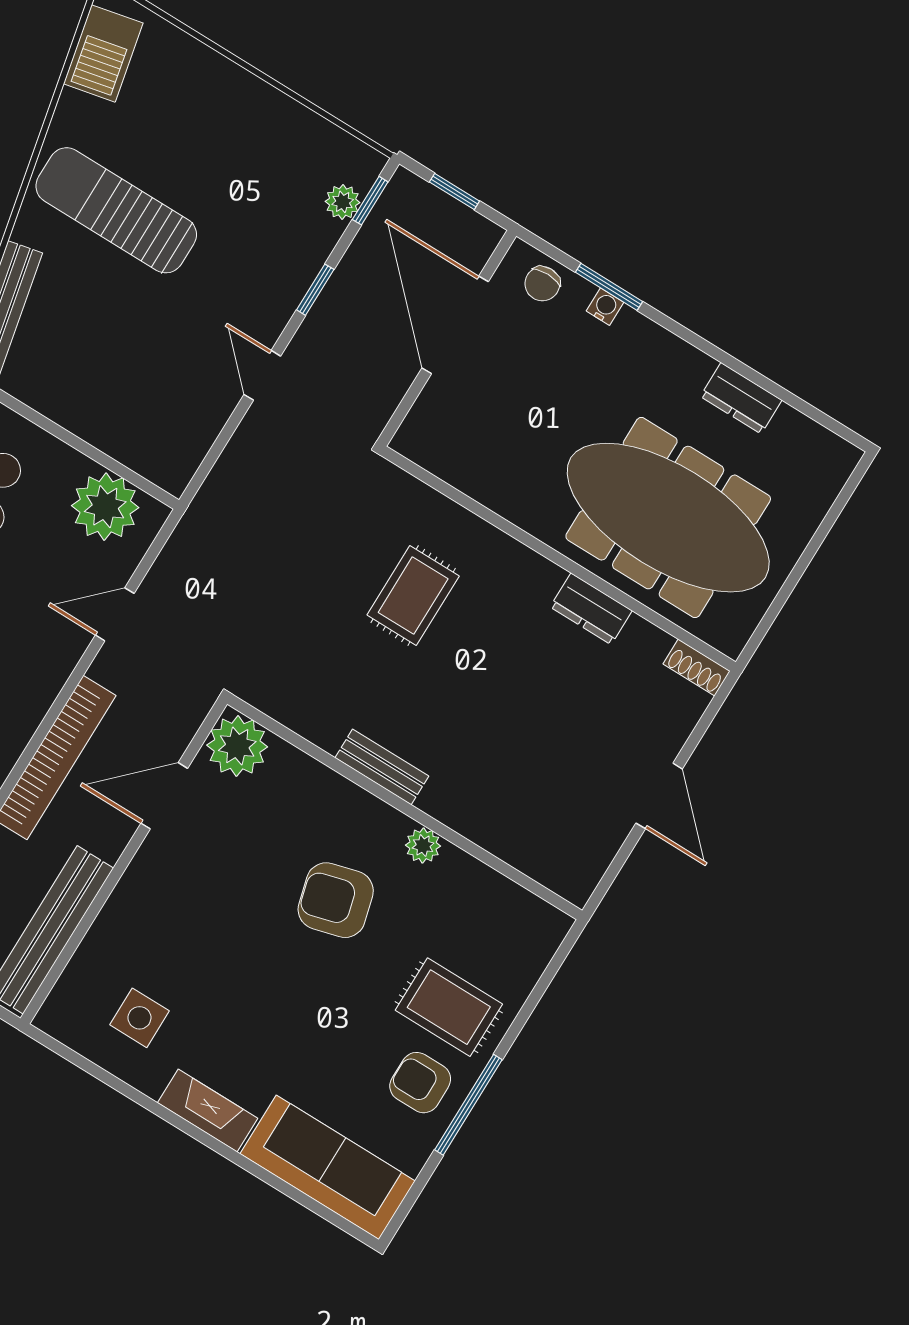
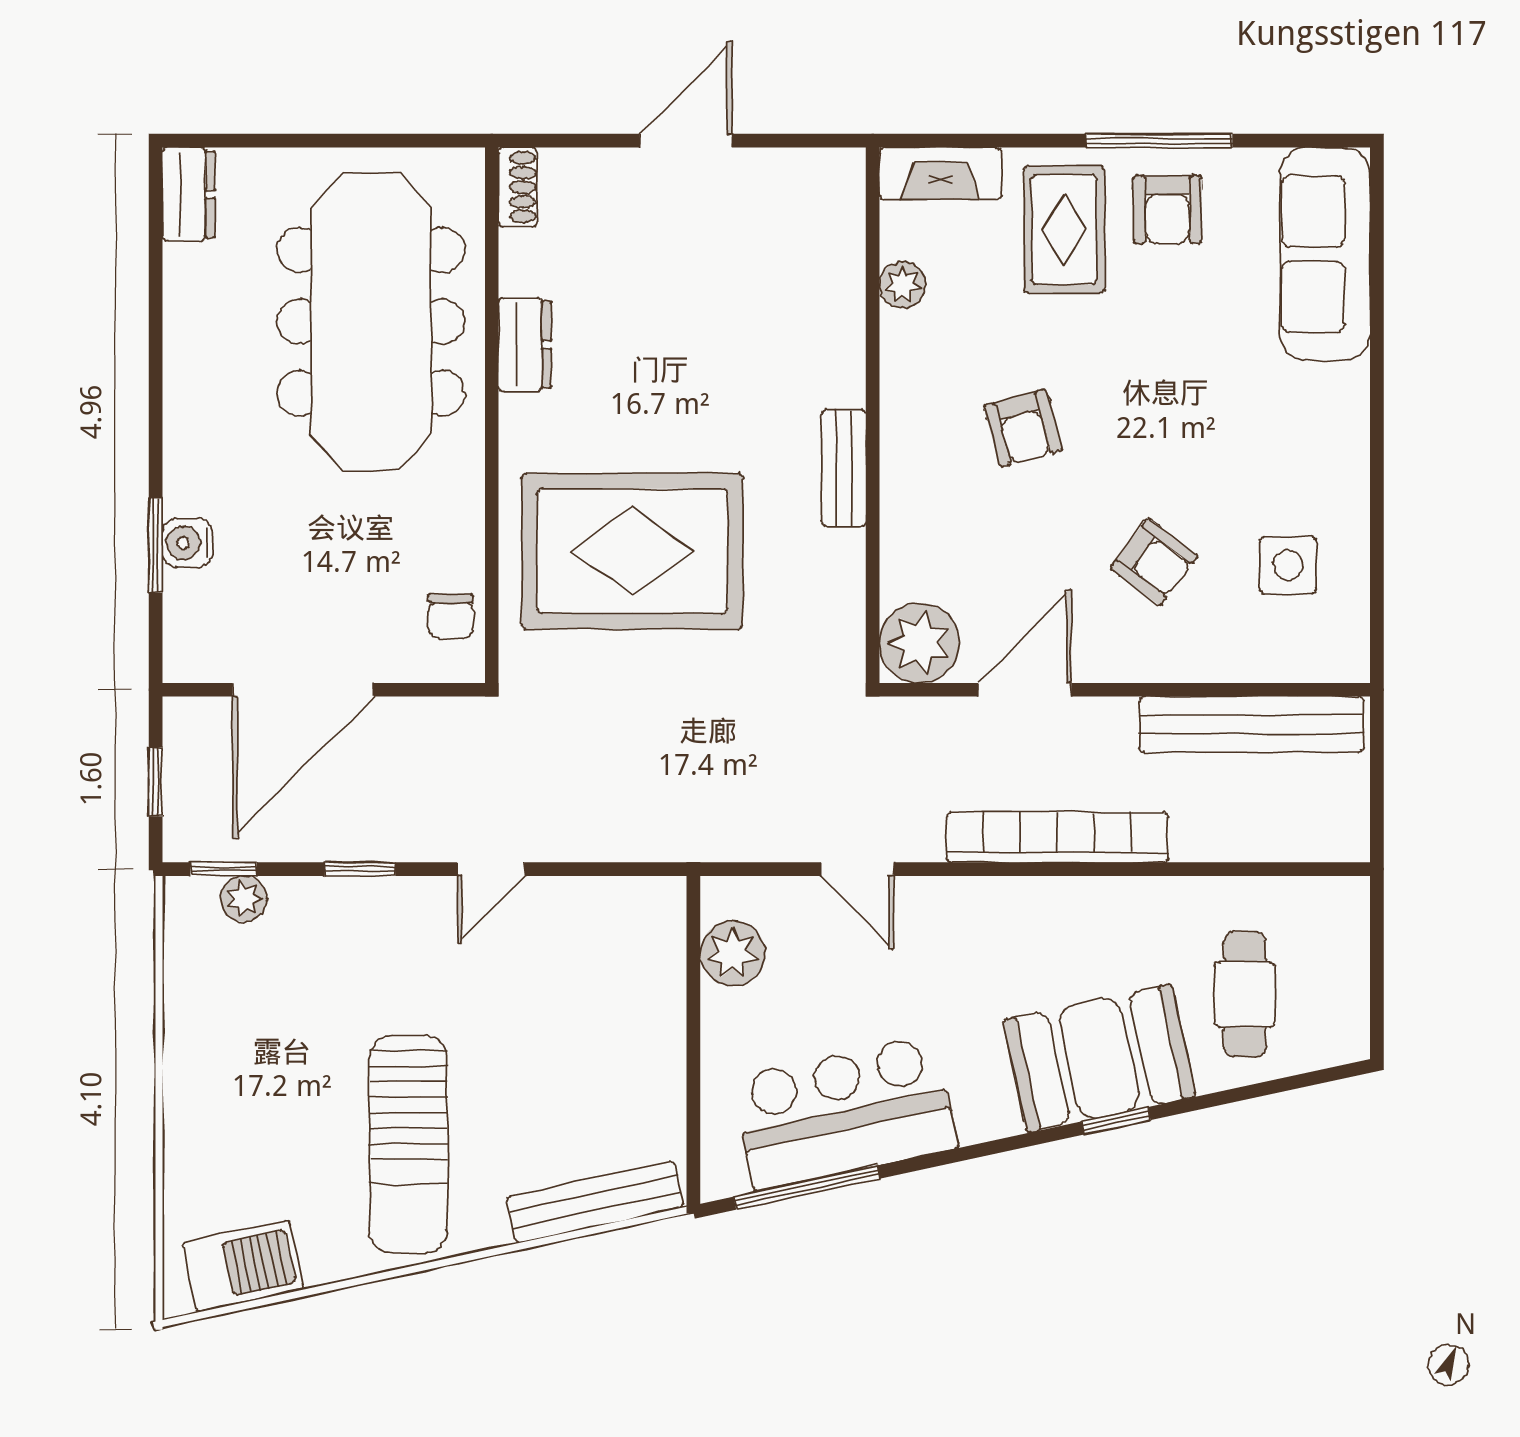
chair: (542, 284) -> (451, 616), moved, turned 90
water cooler: (605, 307) -> (187, 543), width x1.38, depth x1.38
dresser: (741, 398) -> (189, 194), moved
plant: (105, 507) -> (733, 953), width x0.73, depth x0.73
rug: (413, 596) -> (632, 551), width x1.86, depth x2.06
door: (164, 796) -> (1025, 690), swing flipped
plant: (423, 846) -> (903, 285), moved
armchair: (336, 900) -> (1023, 428), width x0.72, depth x0.72
armchair: (196, 932) -> (1154, 562), added
fireplace: (208, 1111) -> (940, 174), moved, turned -90

